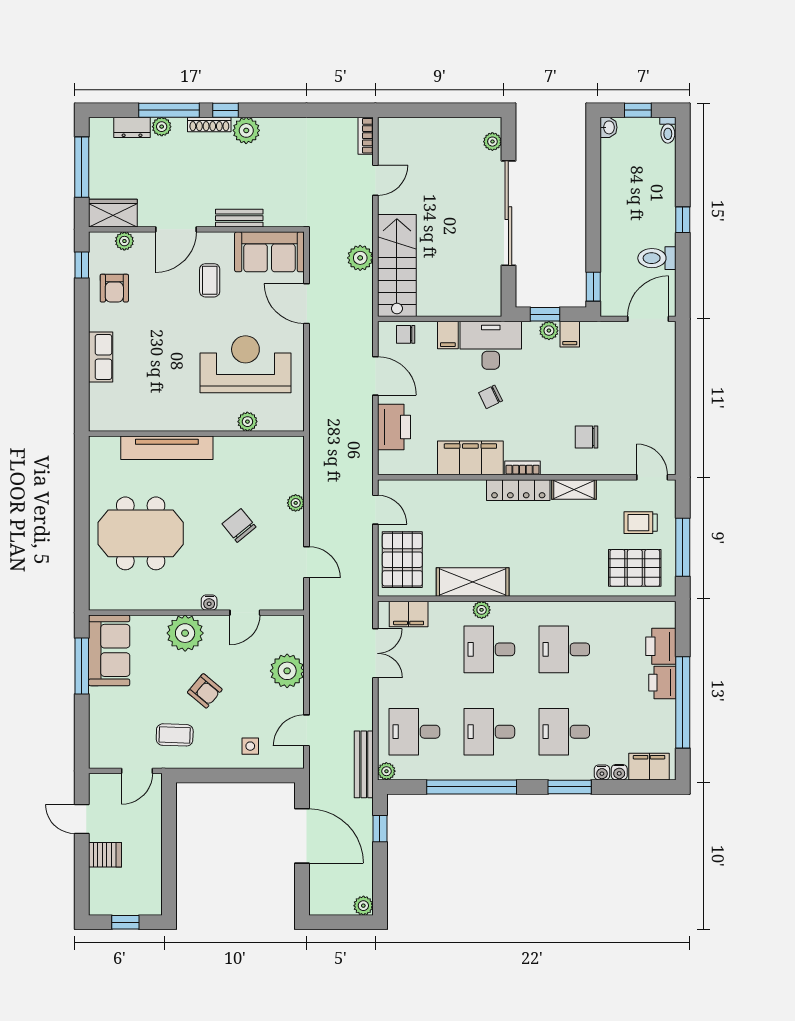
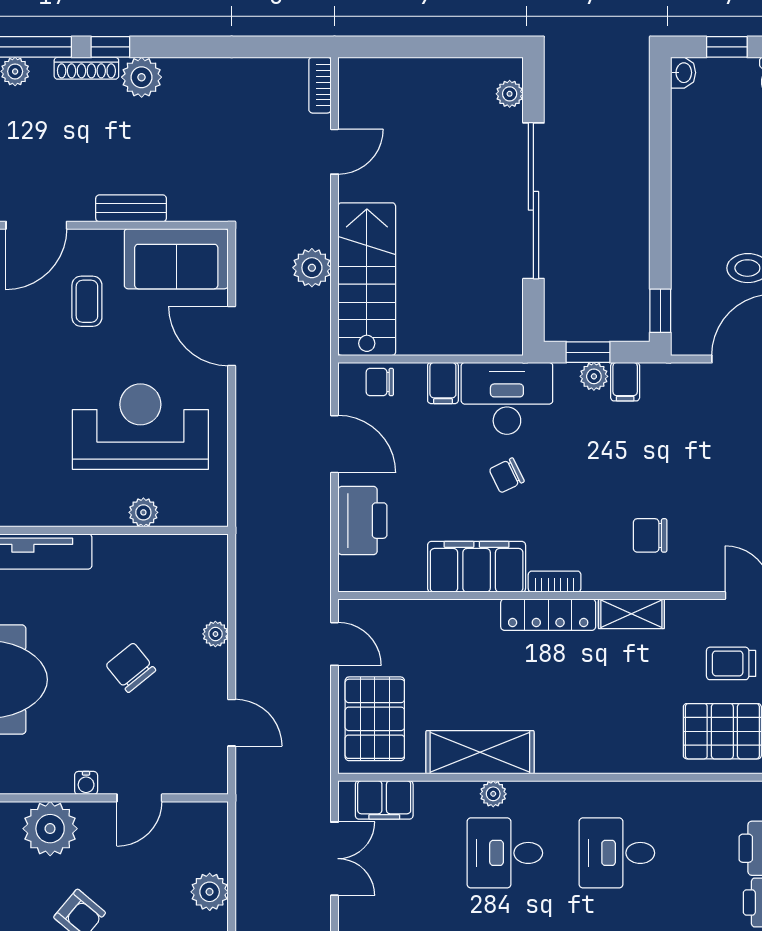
plant: (287, 671) -> (210, 892), width x0.73, depth x0.73

